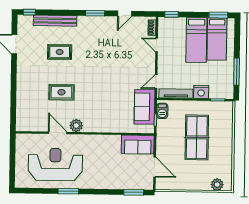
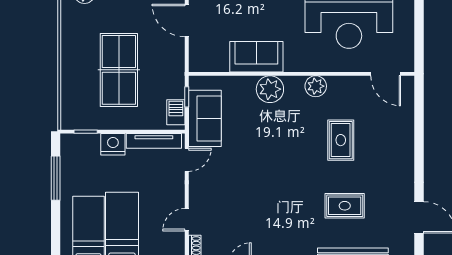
door: (157, 45) -> (187, 220), swing flipped
rug: (61, 92) -> (341, 140), turned 90
plant: (104, 124) -> (270, 89), added
door: (58, 133) -> (386, 74), moved
sofa: (138, 145) -> (256, 57), moved

